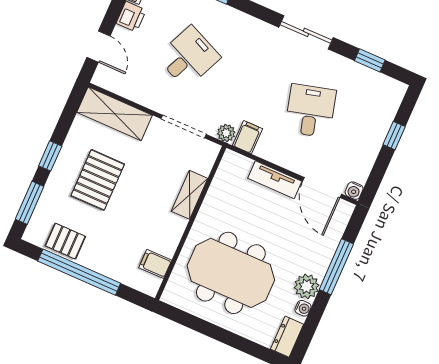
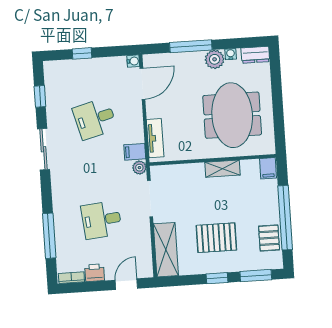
desk: (189, 57) -> (102, 220), turned -30
tv unit: (275, 180) -> (155, 138), moved
shelving: (190, 195) -> (223, 169), moved
filing cabinet: (155, 264) -> (268, 168), moved

